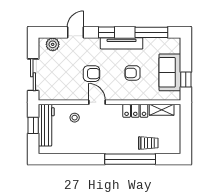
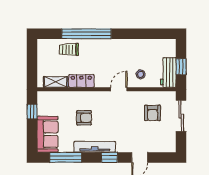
plant: (53, 44) -> (162, 146), removed
sofa: (170, 72) -> (48, 134), moved
armchair: (91, 74) -> (153, 113), moved, turned -90
door: (97, 102) -> (119, 89), swing flipped
workbench: (46, 125) -> (168, 72), width x0.73

